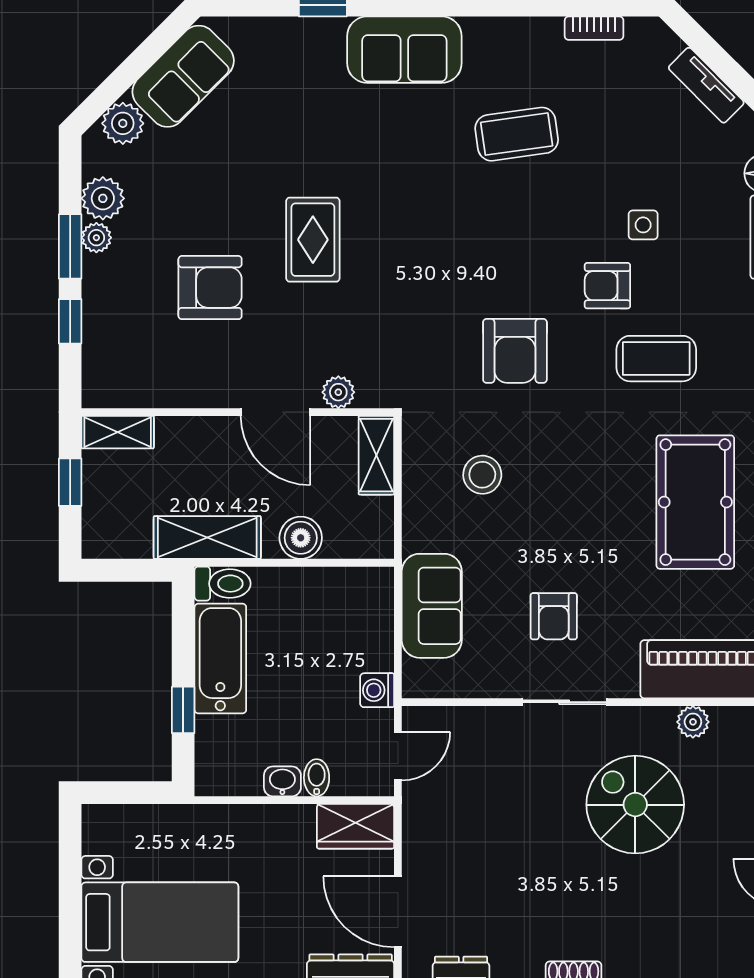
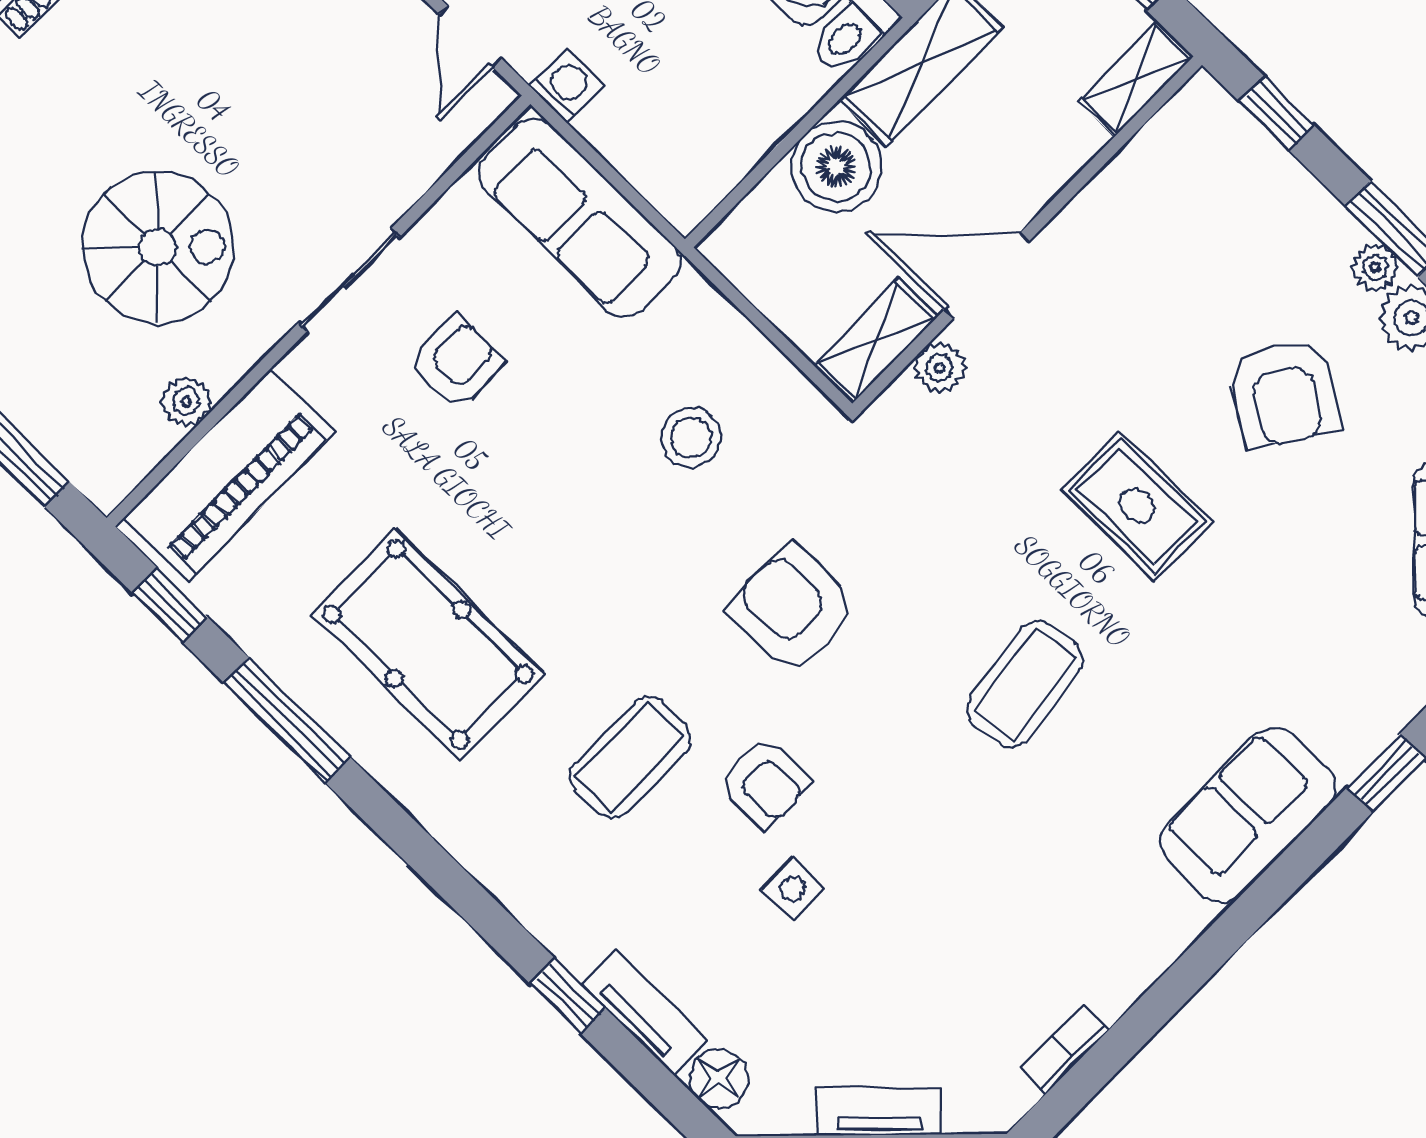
coffee table: (517, 134) -> (1025, 684), moved
armchair: (607, 286) -> (764, 783), turned 90
armchair: (210, 288) -> (1284, 392), moved, turned -57
window: (70, 321) -> (1277, 113), moved
shelving: (376, 455) -> (876, 341), moved, turned 90
boiler: (301, 538) -> (836, 167), width x1.37, depth x1.37
sofa: (432, 606) -> (580, 218), width x1.36
armchair: (554, 616) -> (456, 362), turned 90

